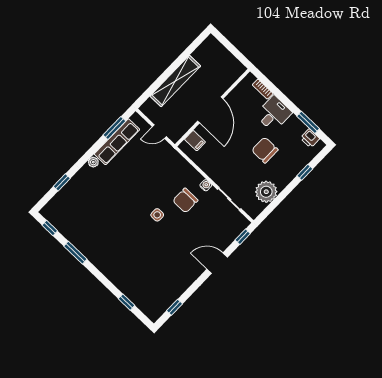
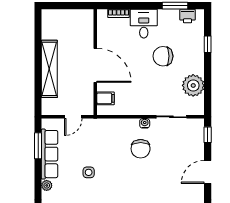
side table: (157, 215) -> (89, 172), moved

